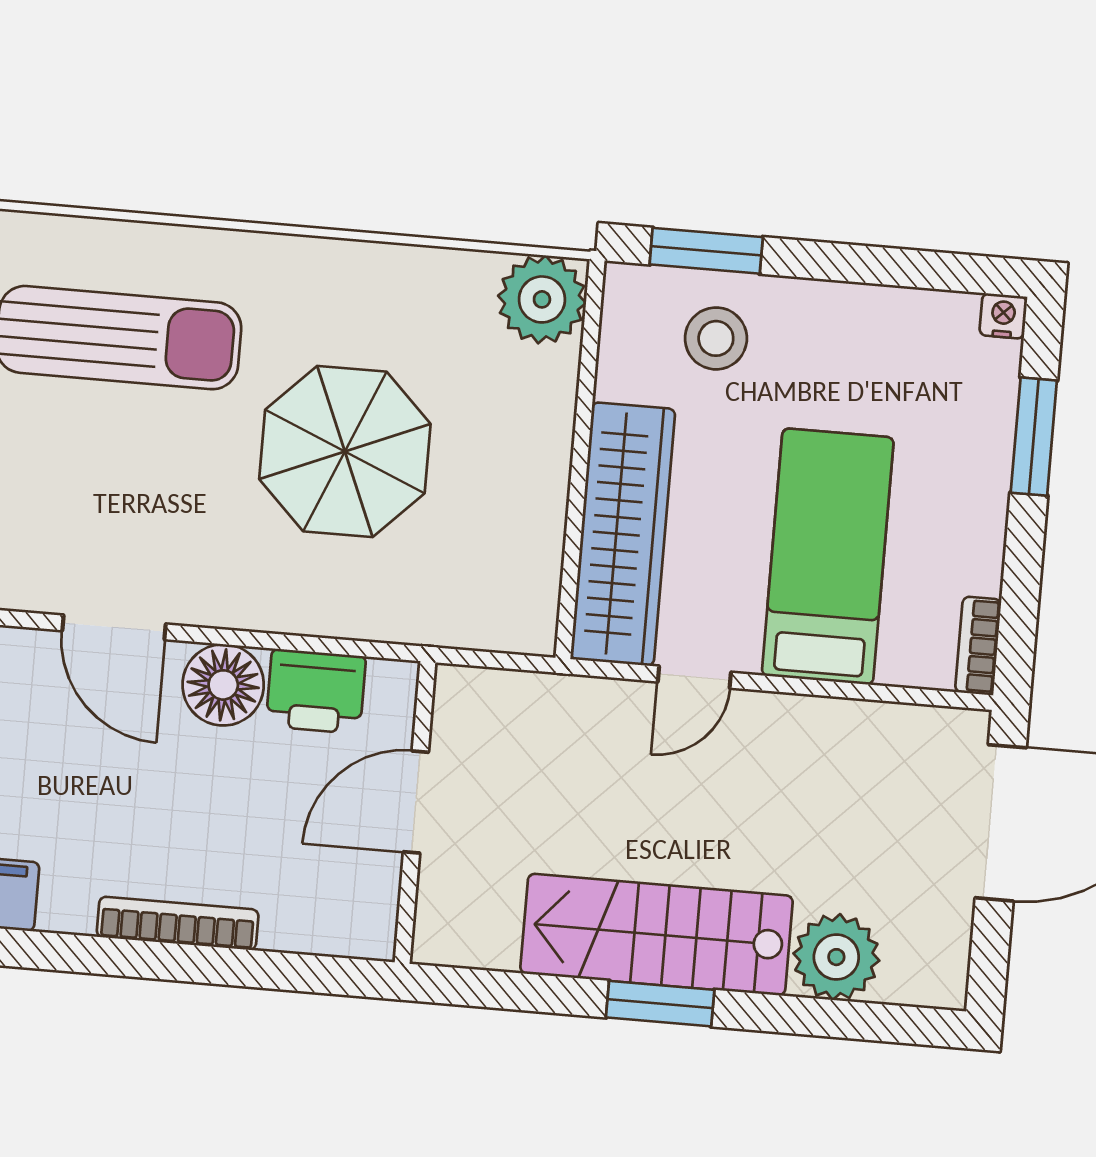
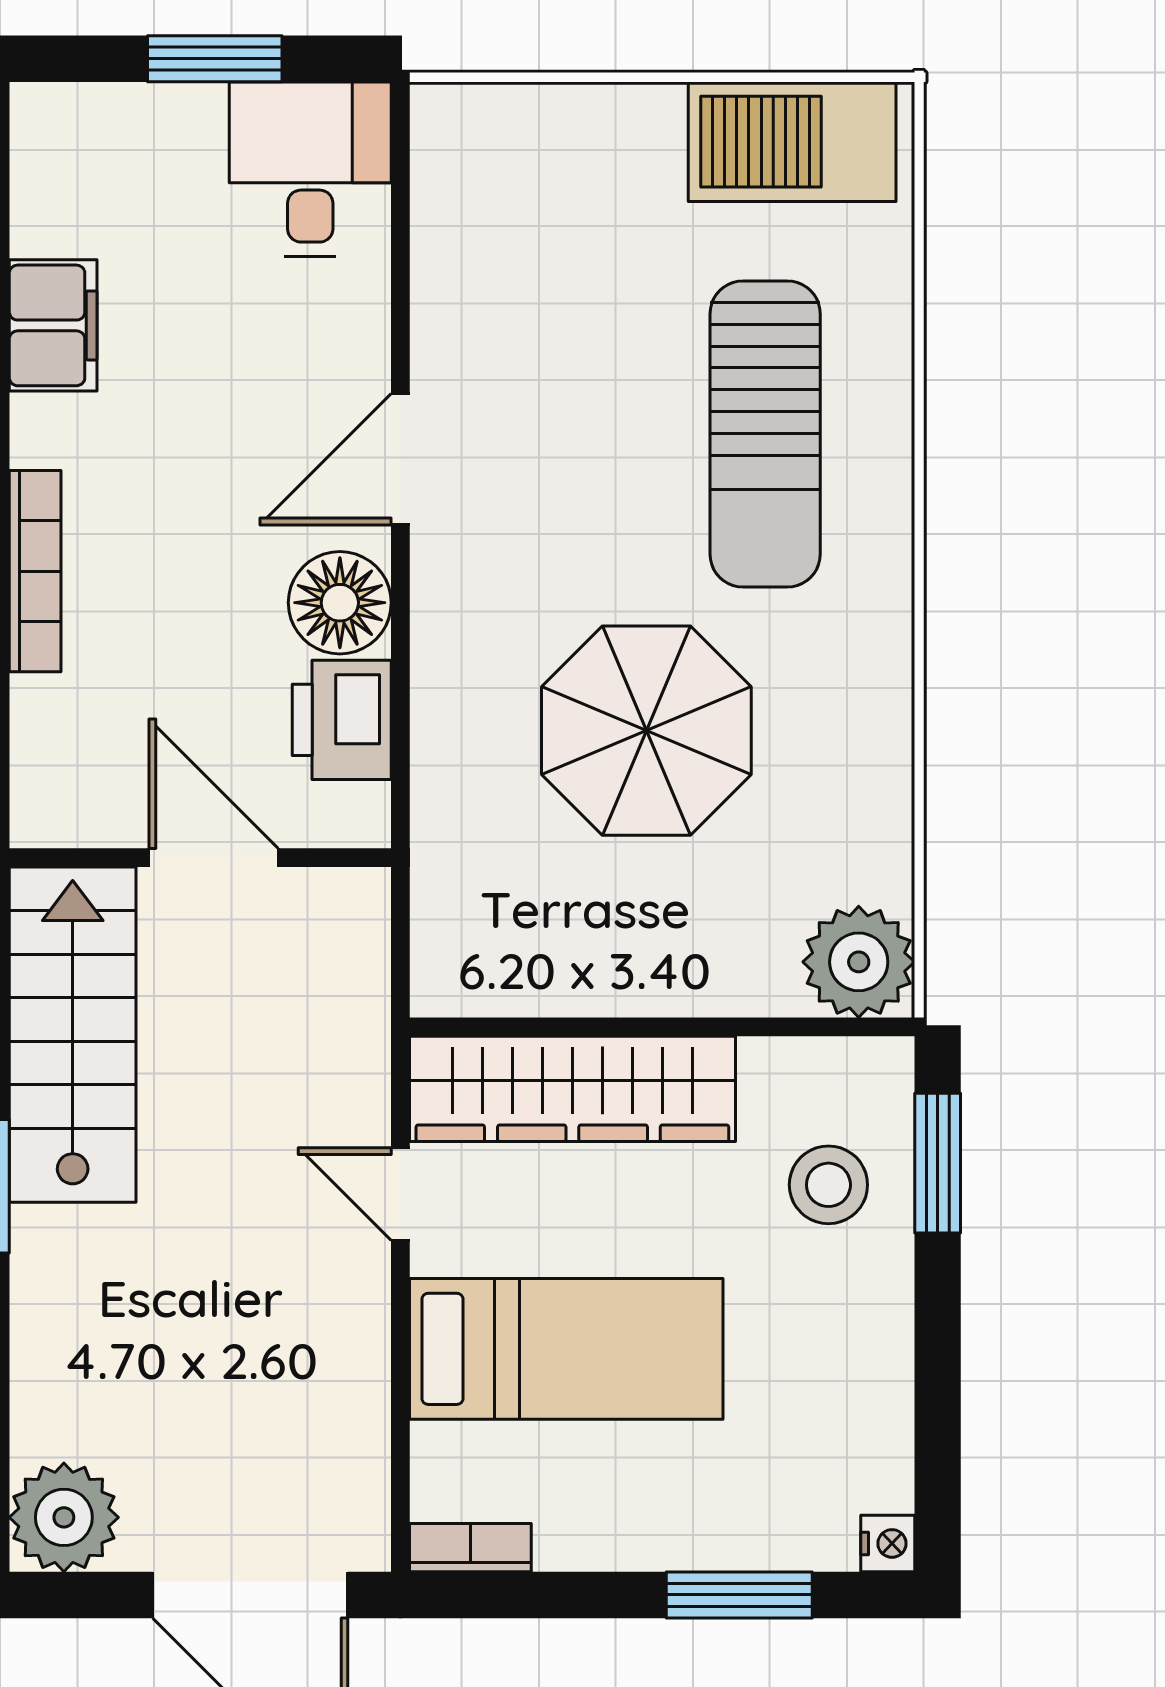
stairs: (657, 935) -> (73, 1035), moved
plant: (836, 957) -> (64, 1517), moved

